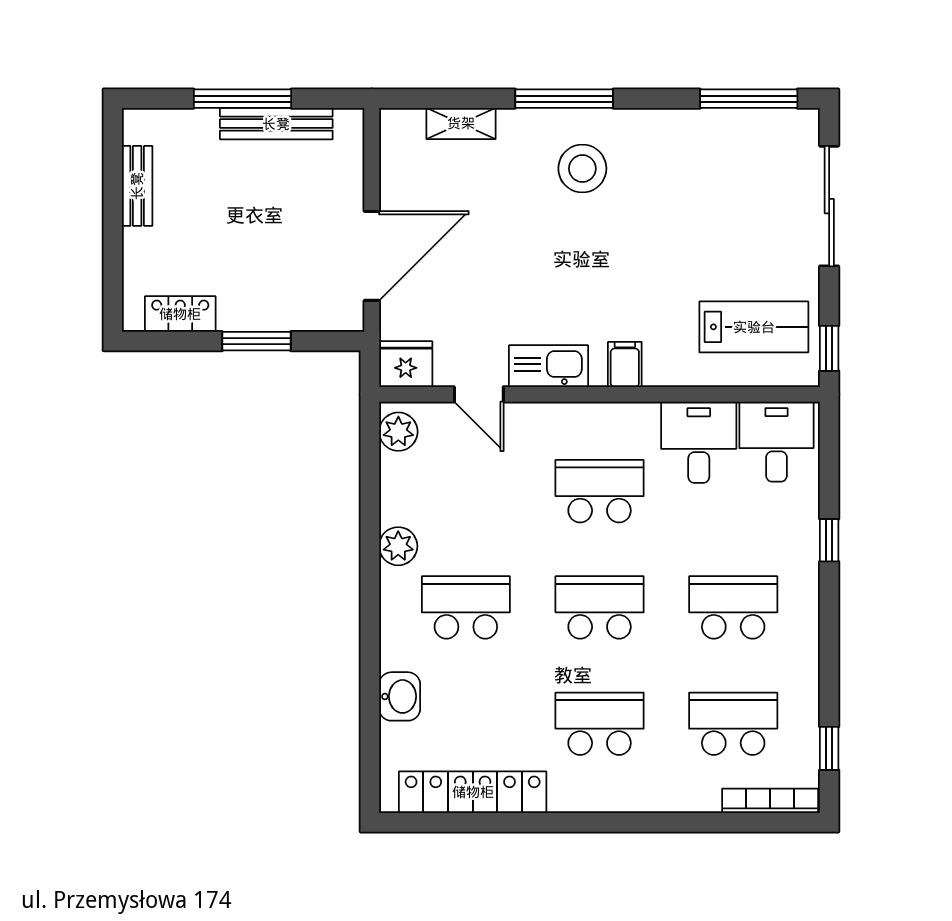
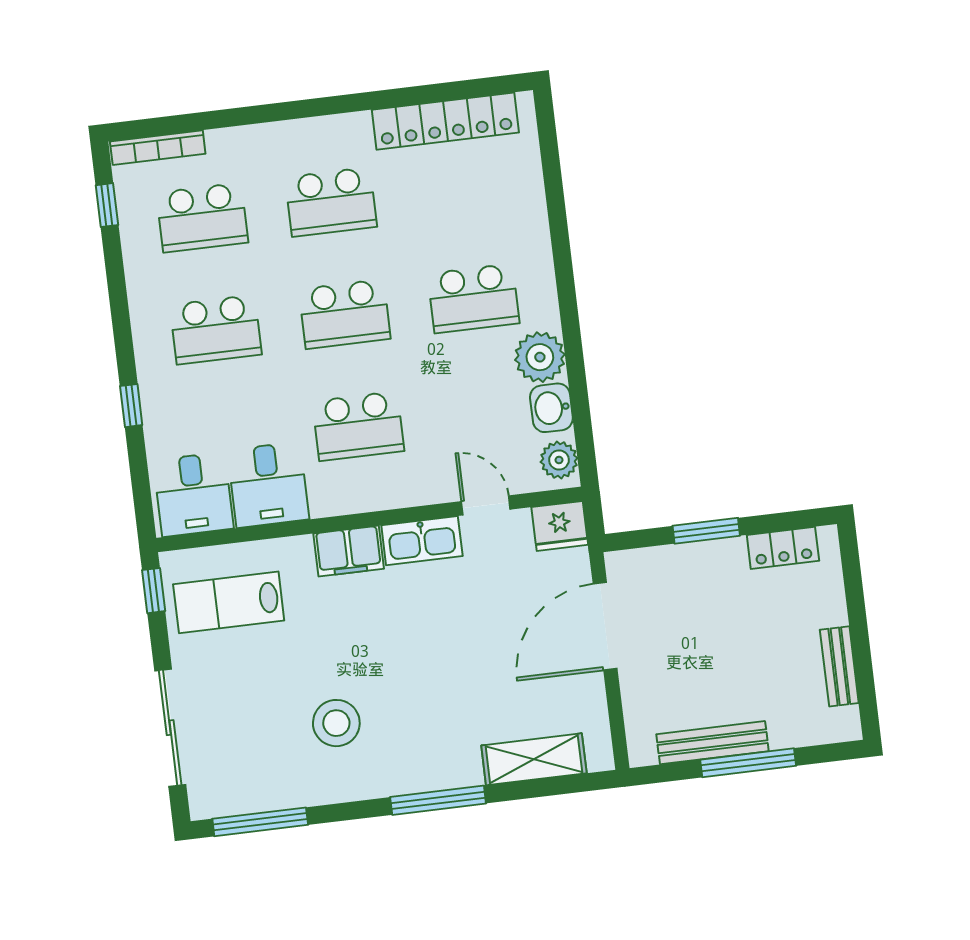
shelving: (461, 123) -> (534, 759), width x1.50, depth x1.33
stool: (582, 169) -> (336, 723), moved
filing cabinet: (625, 365) -> (349, 551), width x2.00
plant: (398, 546) -> (540, 357), width x1.36, depth x1.36
washbasin: (400, 696) -> (551, 408), moved

